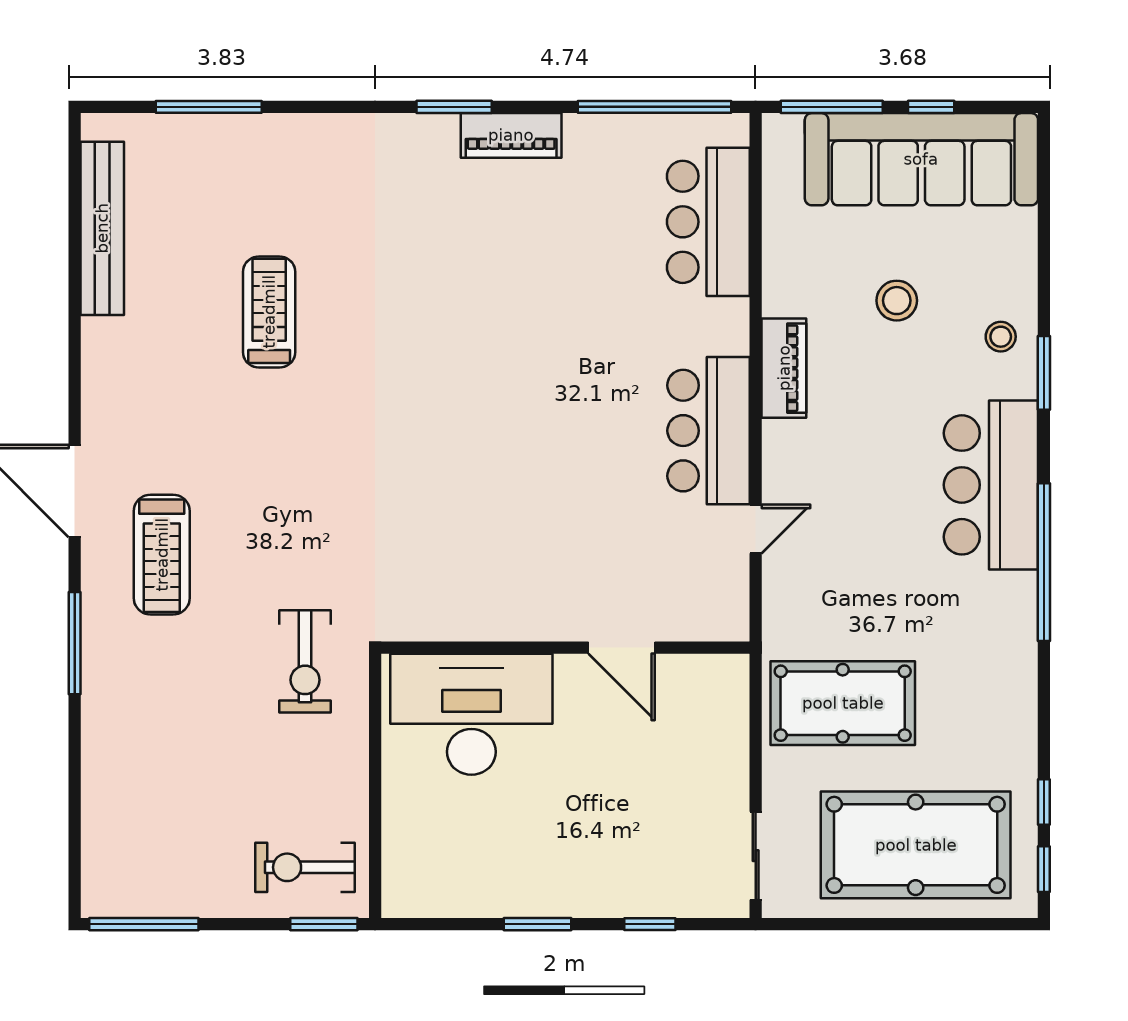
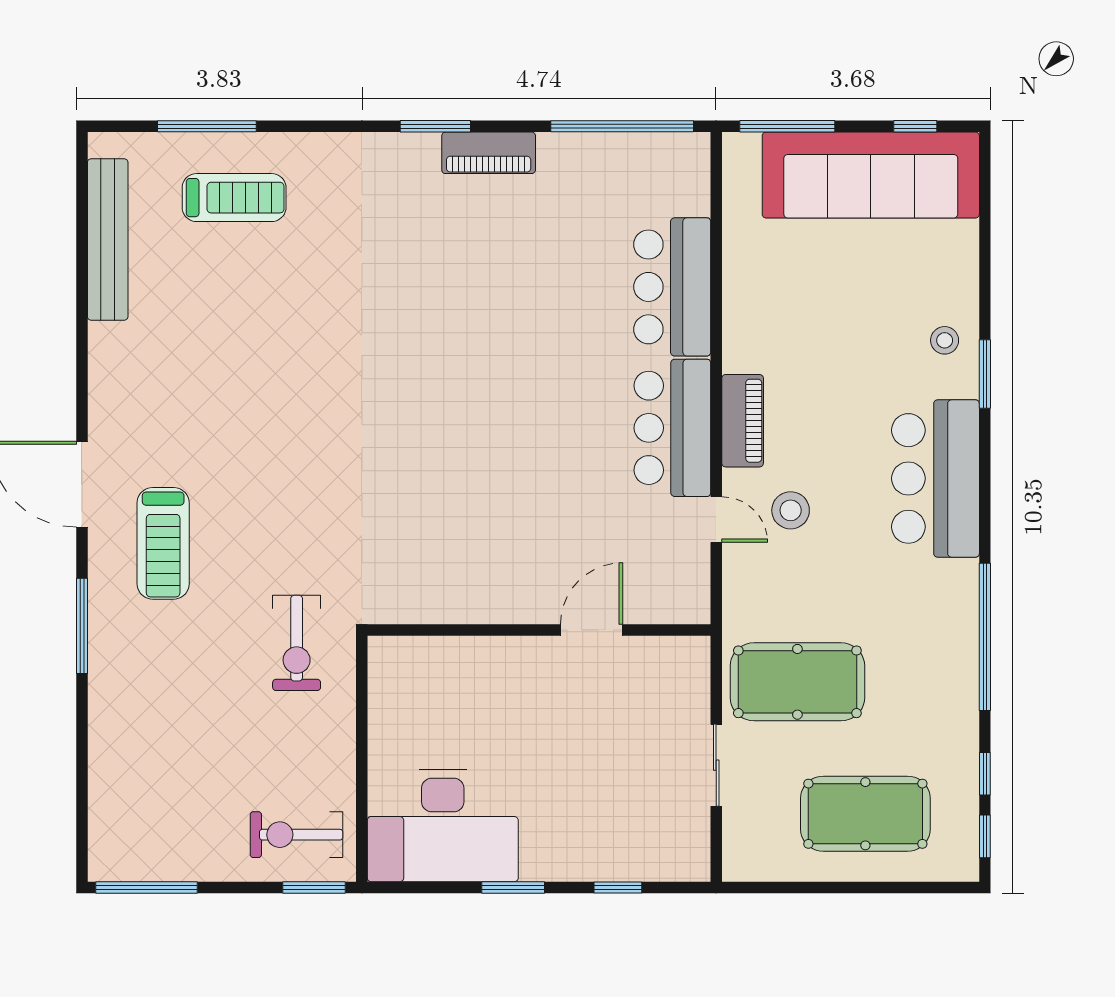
window: (931, 107) -> (915, 126), moved
bar counter: (708, 222) -> (672, 287), moved
stool: (897, 301) -> (791, 510), moved
treadmill: (269, 312) -> (234, 198), moved, turned 90
piano: (784, 368) -> (743, 421), moved
door: (756, 529) -> (716, 519), hinge flipped
window: (1044, 562) -> (985, 637), moved
door: (622, 648) -> (592, 630), swing flipped
desk: (471, 714) -> (443, 825), moved, turned 180
pool table: (916, 845) -> (865, 814), width x0.73, depth x0.76
sliding door: (756, 856) -> (716, 765), moved

